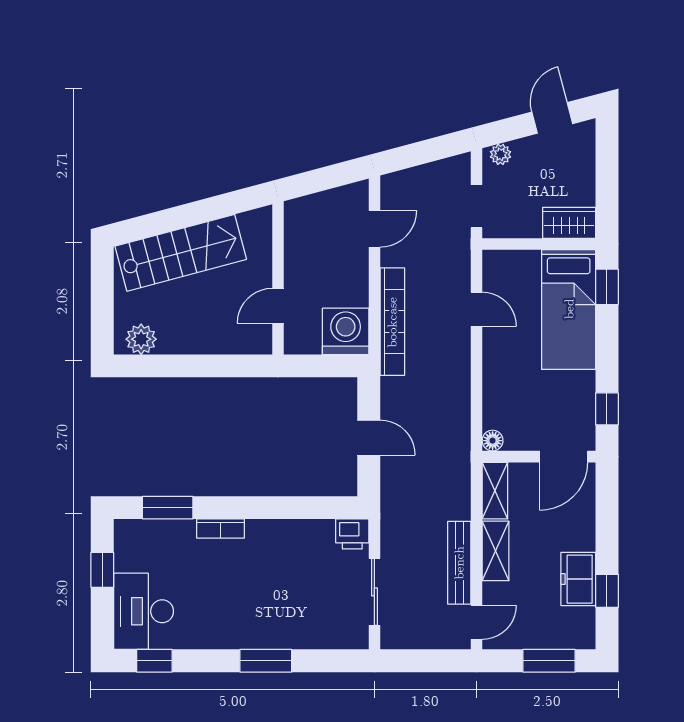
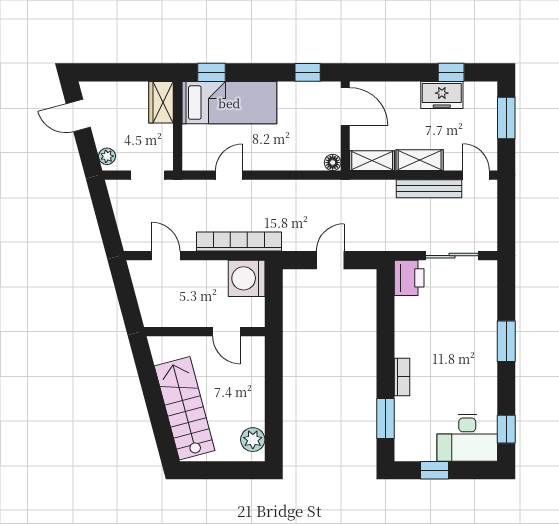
printer: (352, 534) -> (409, 278), width x1.36, depth x1.24

